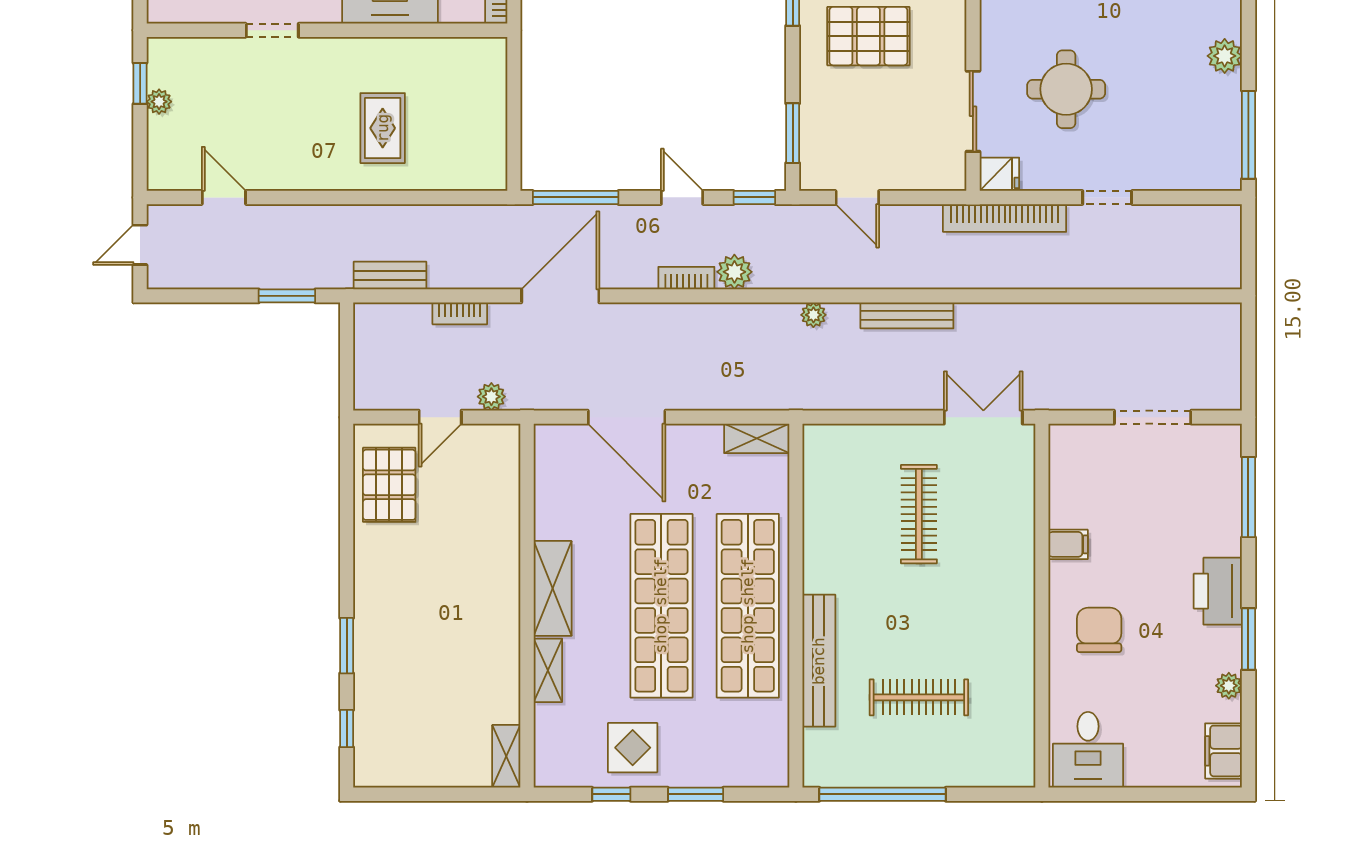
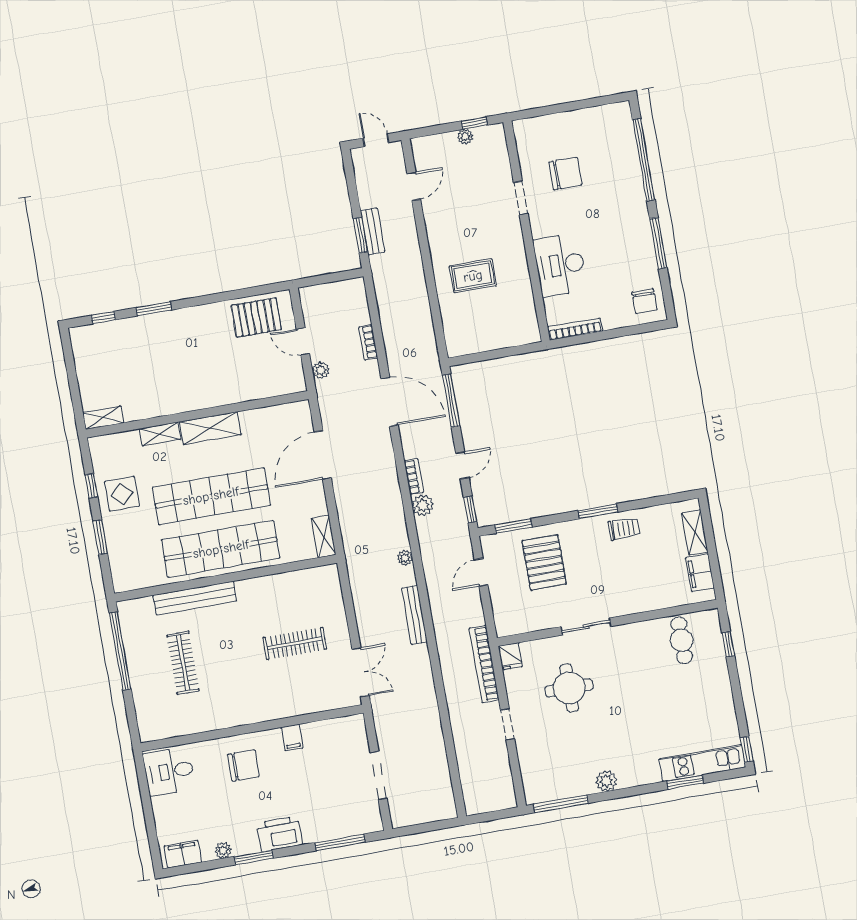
pallet: (868, 36) -> (544, 562), moved
sliding door: (973, 111) -> (586, 626), moved
bench: (390, 275) -> (373, 231), moved

